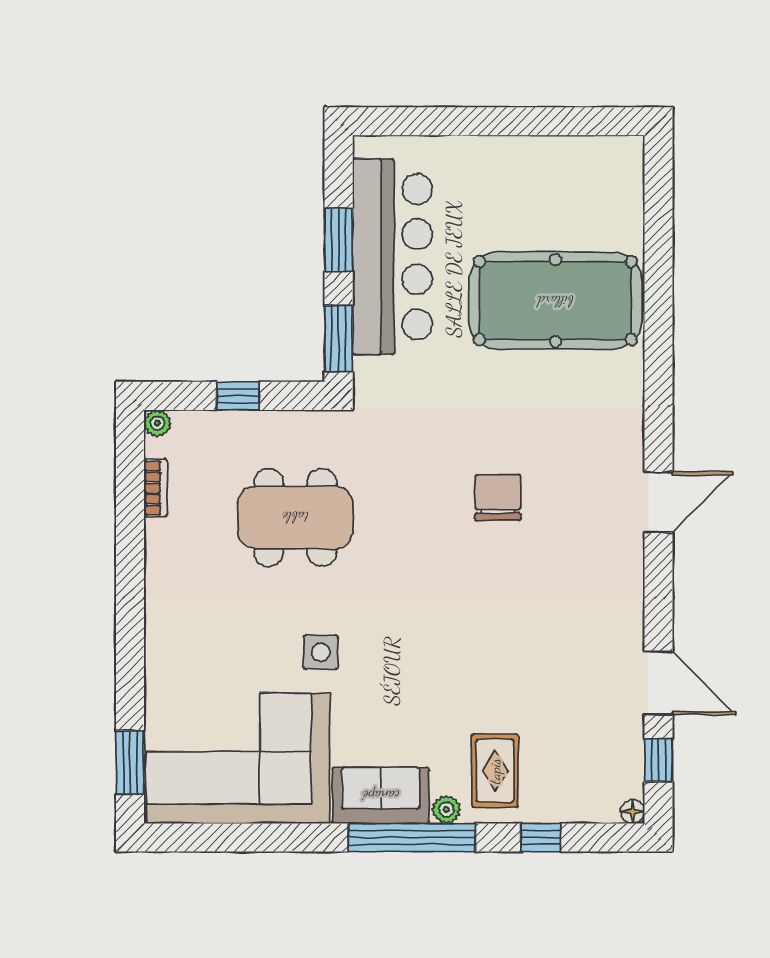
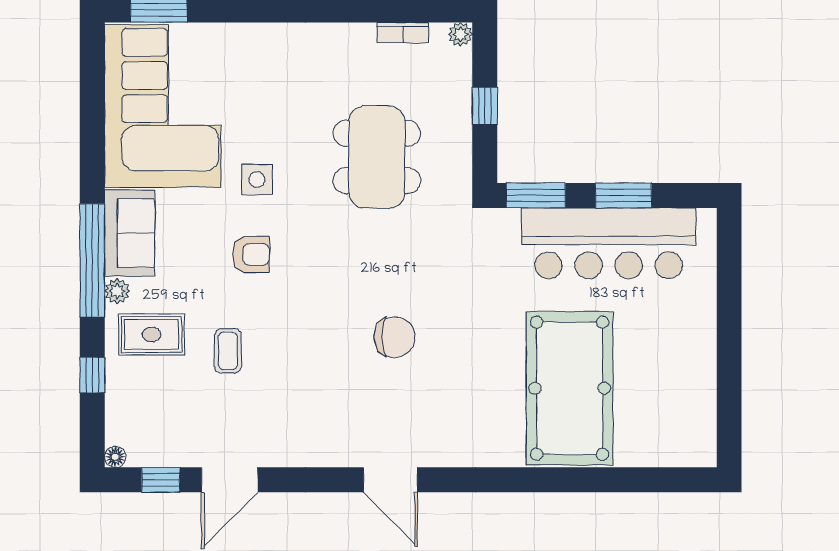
armchair: (405, 659) -> (251, 254), added
coffee table: (513, 685) -> (228, 351), added

